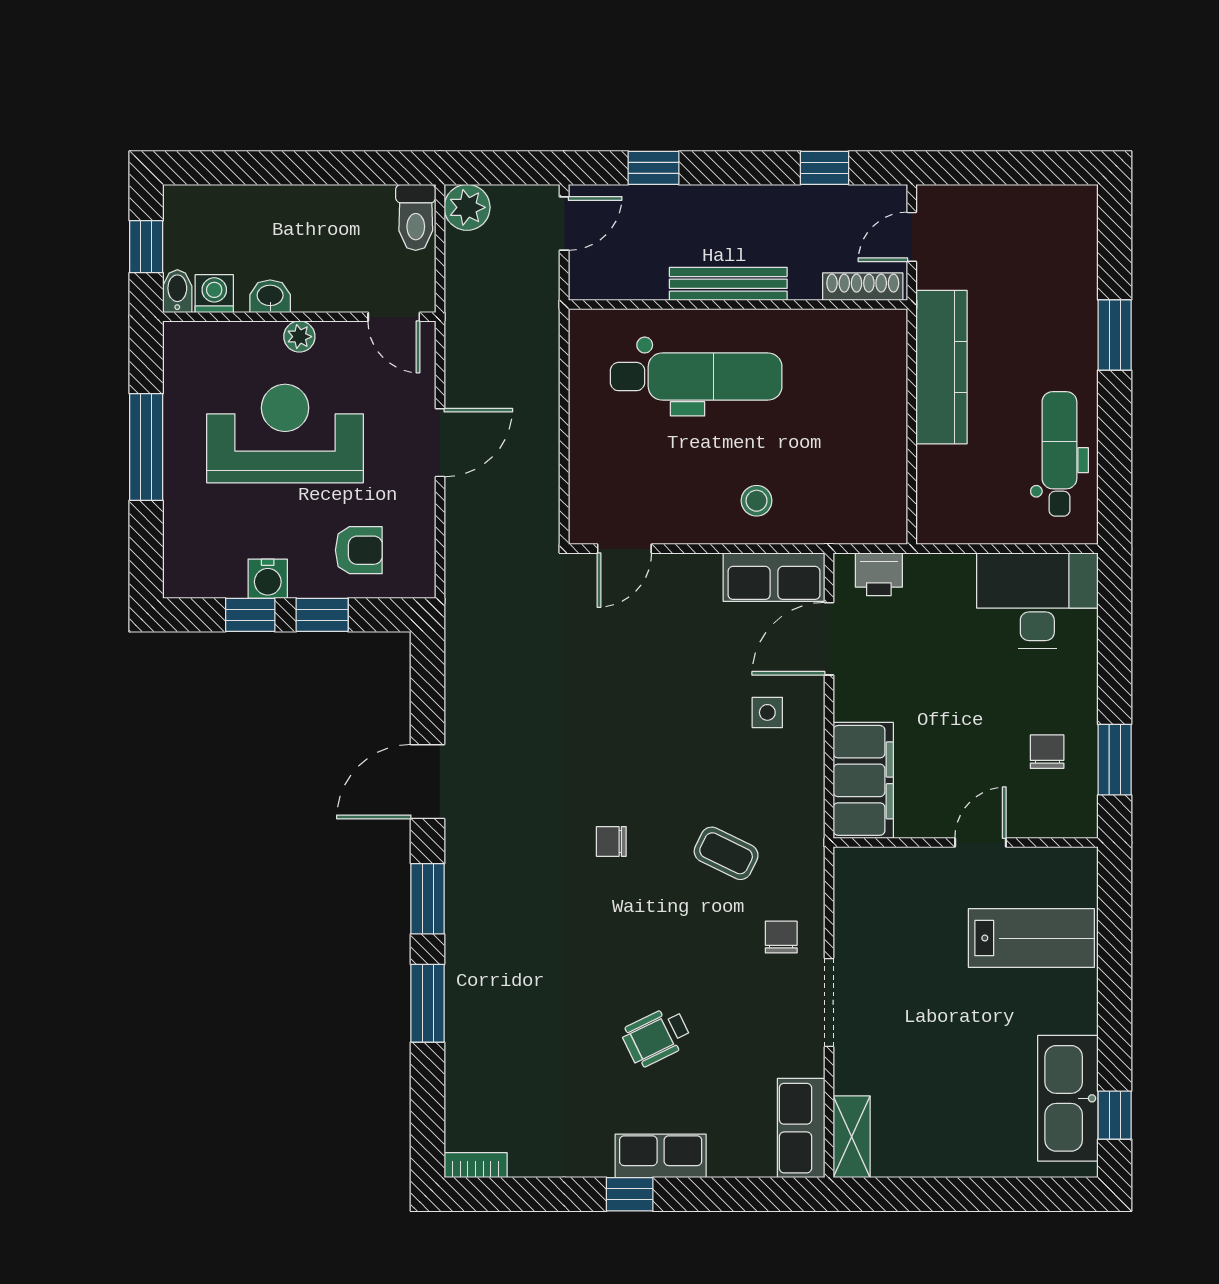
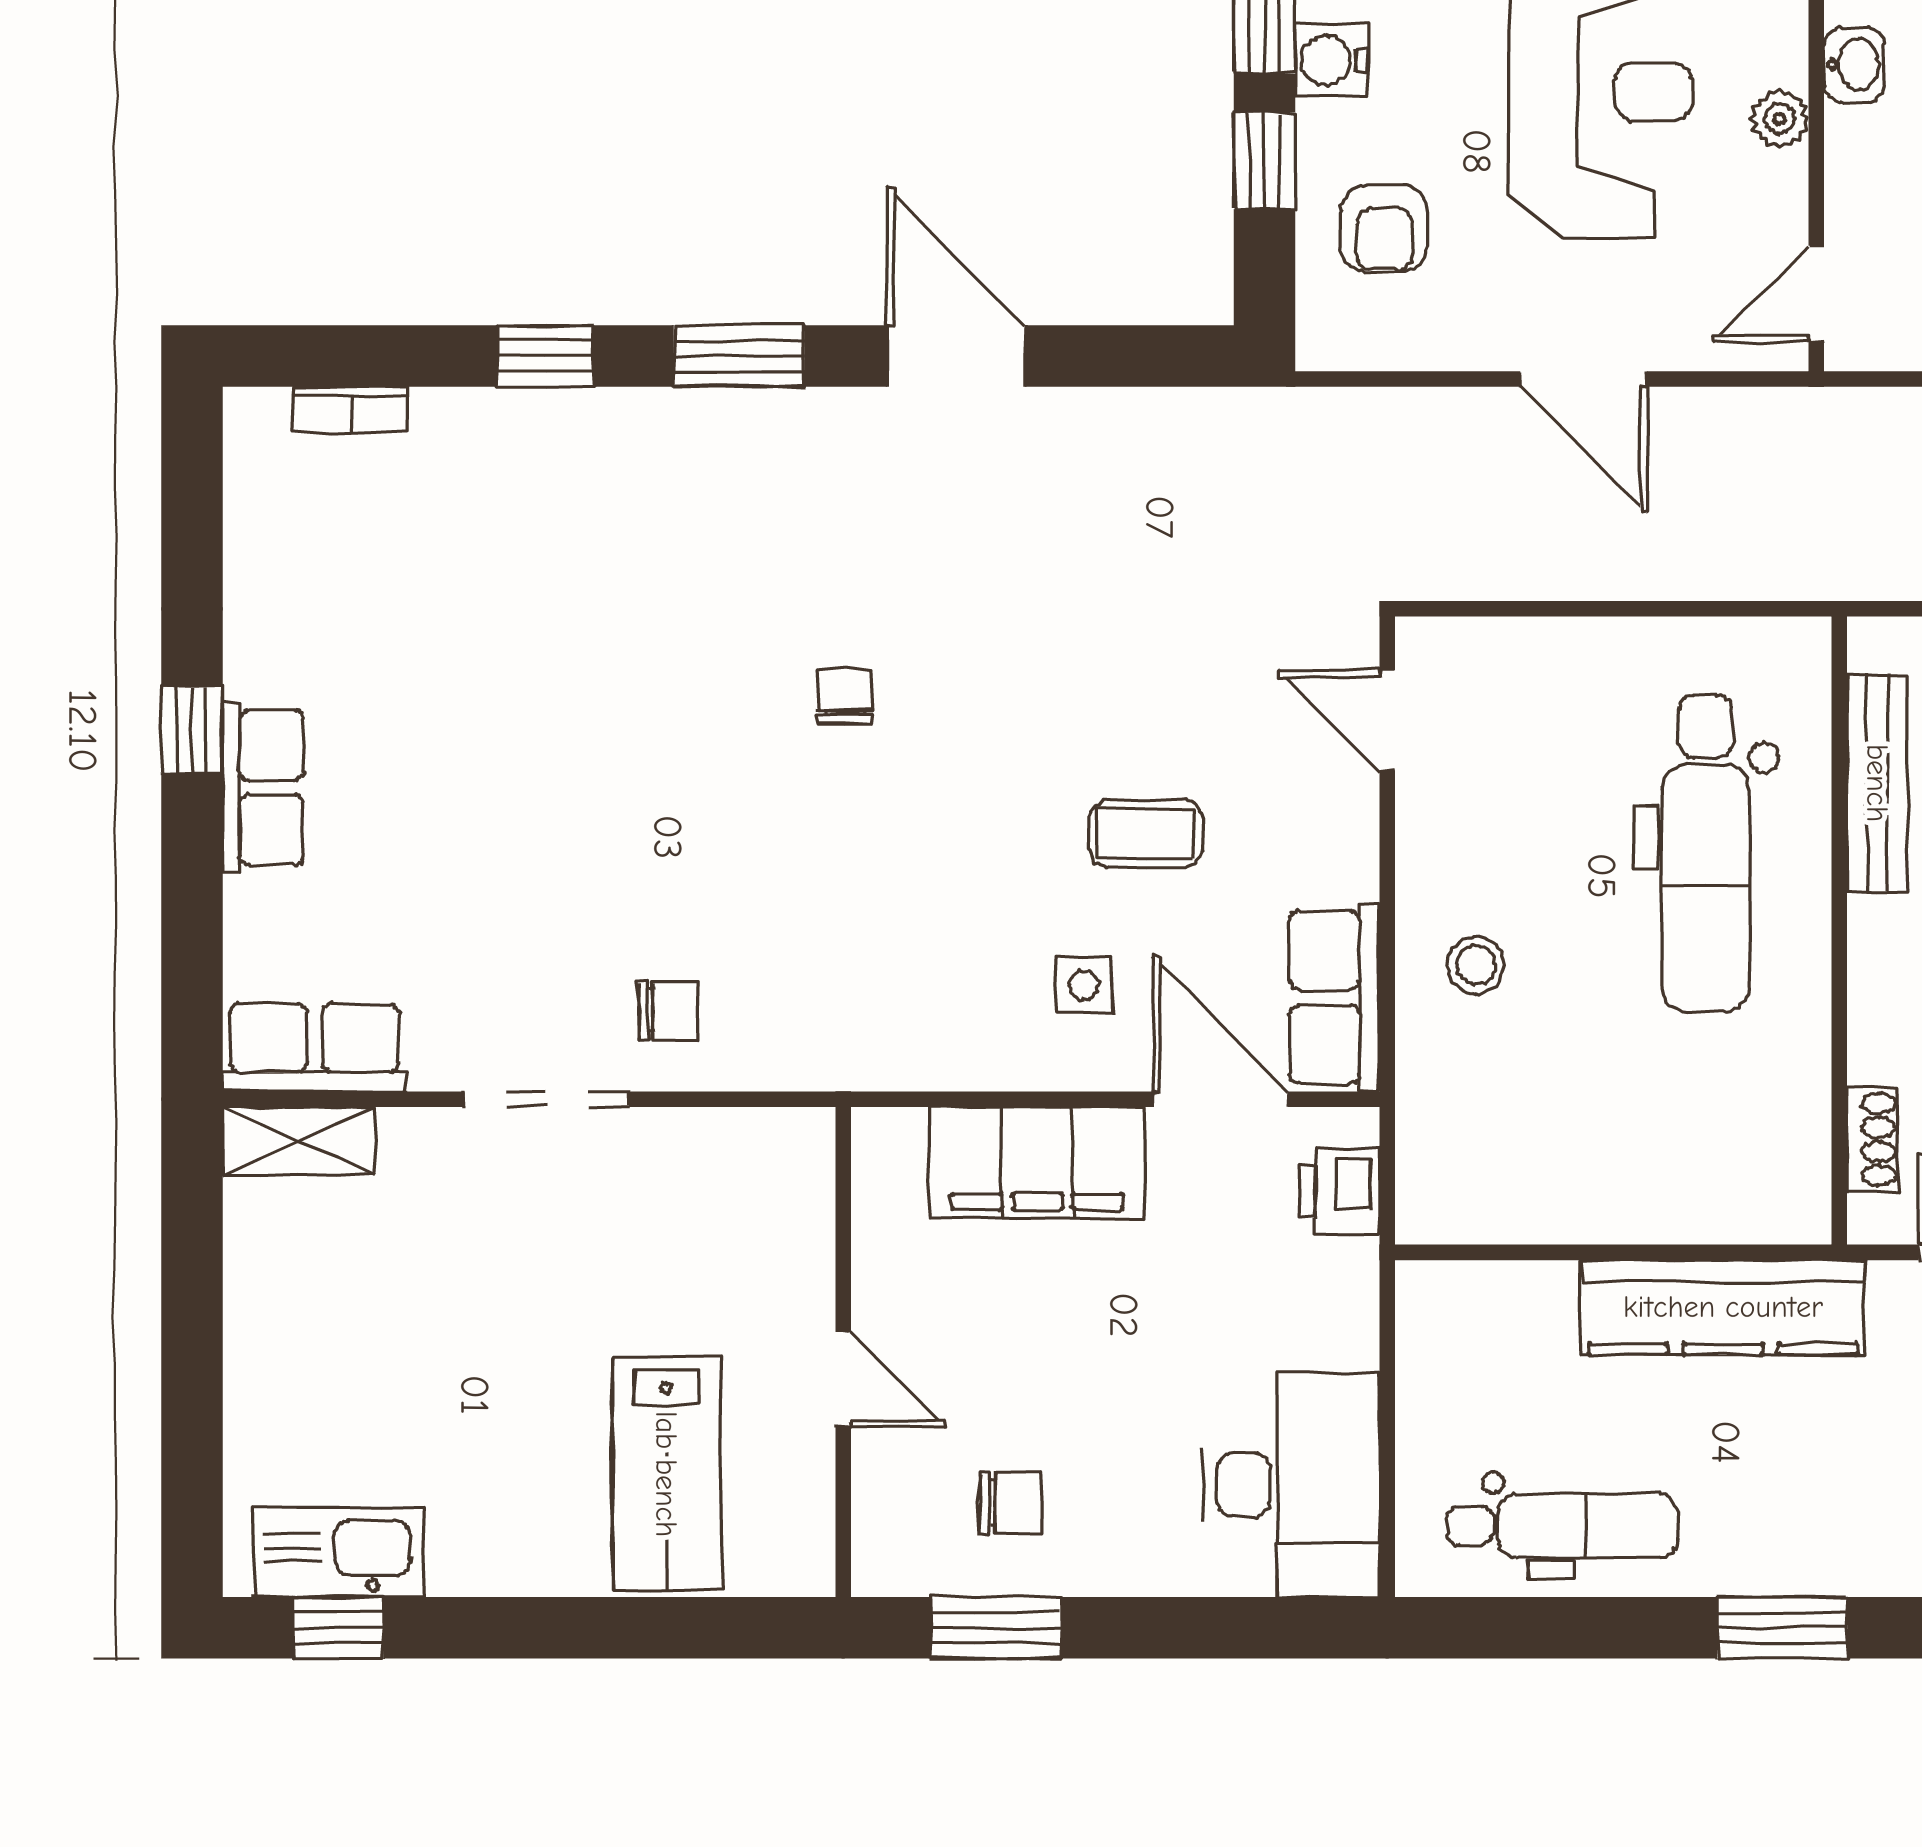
bench: (728, 284) -> (1877, 783), moved
shoe rack: (863, 287) -> (1872, 1139), width x0.70
filing cabinet: (863, 780) -> (1037, 1162), moved
coffee table: (726, 853) -> (1146, 834), moved, turned 64
window: (428, 1003) -> (546, 356), width x0.67
wheelchair: (656, 1037) -> (483, 780), removed
kitchen sink: (1068, 1098) -> (338, 1552), width x0.73, depth x0.81
bookcase: (476, 1165) -> (351, 410), moved, turned 90

